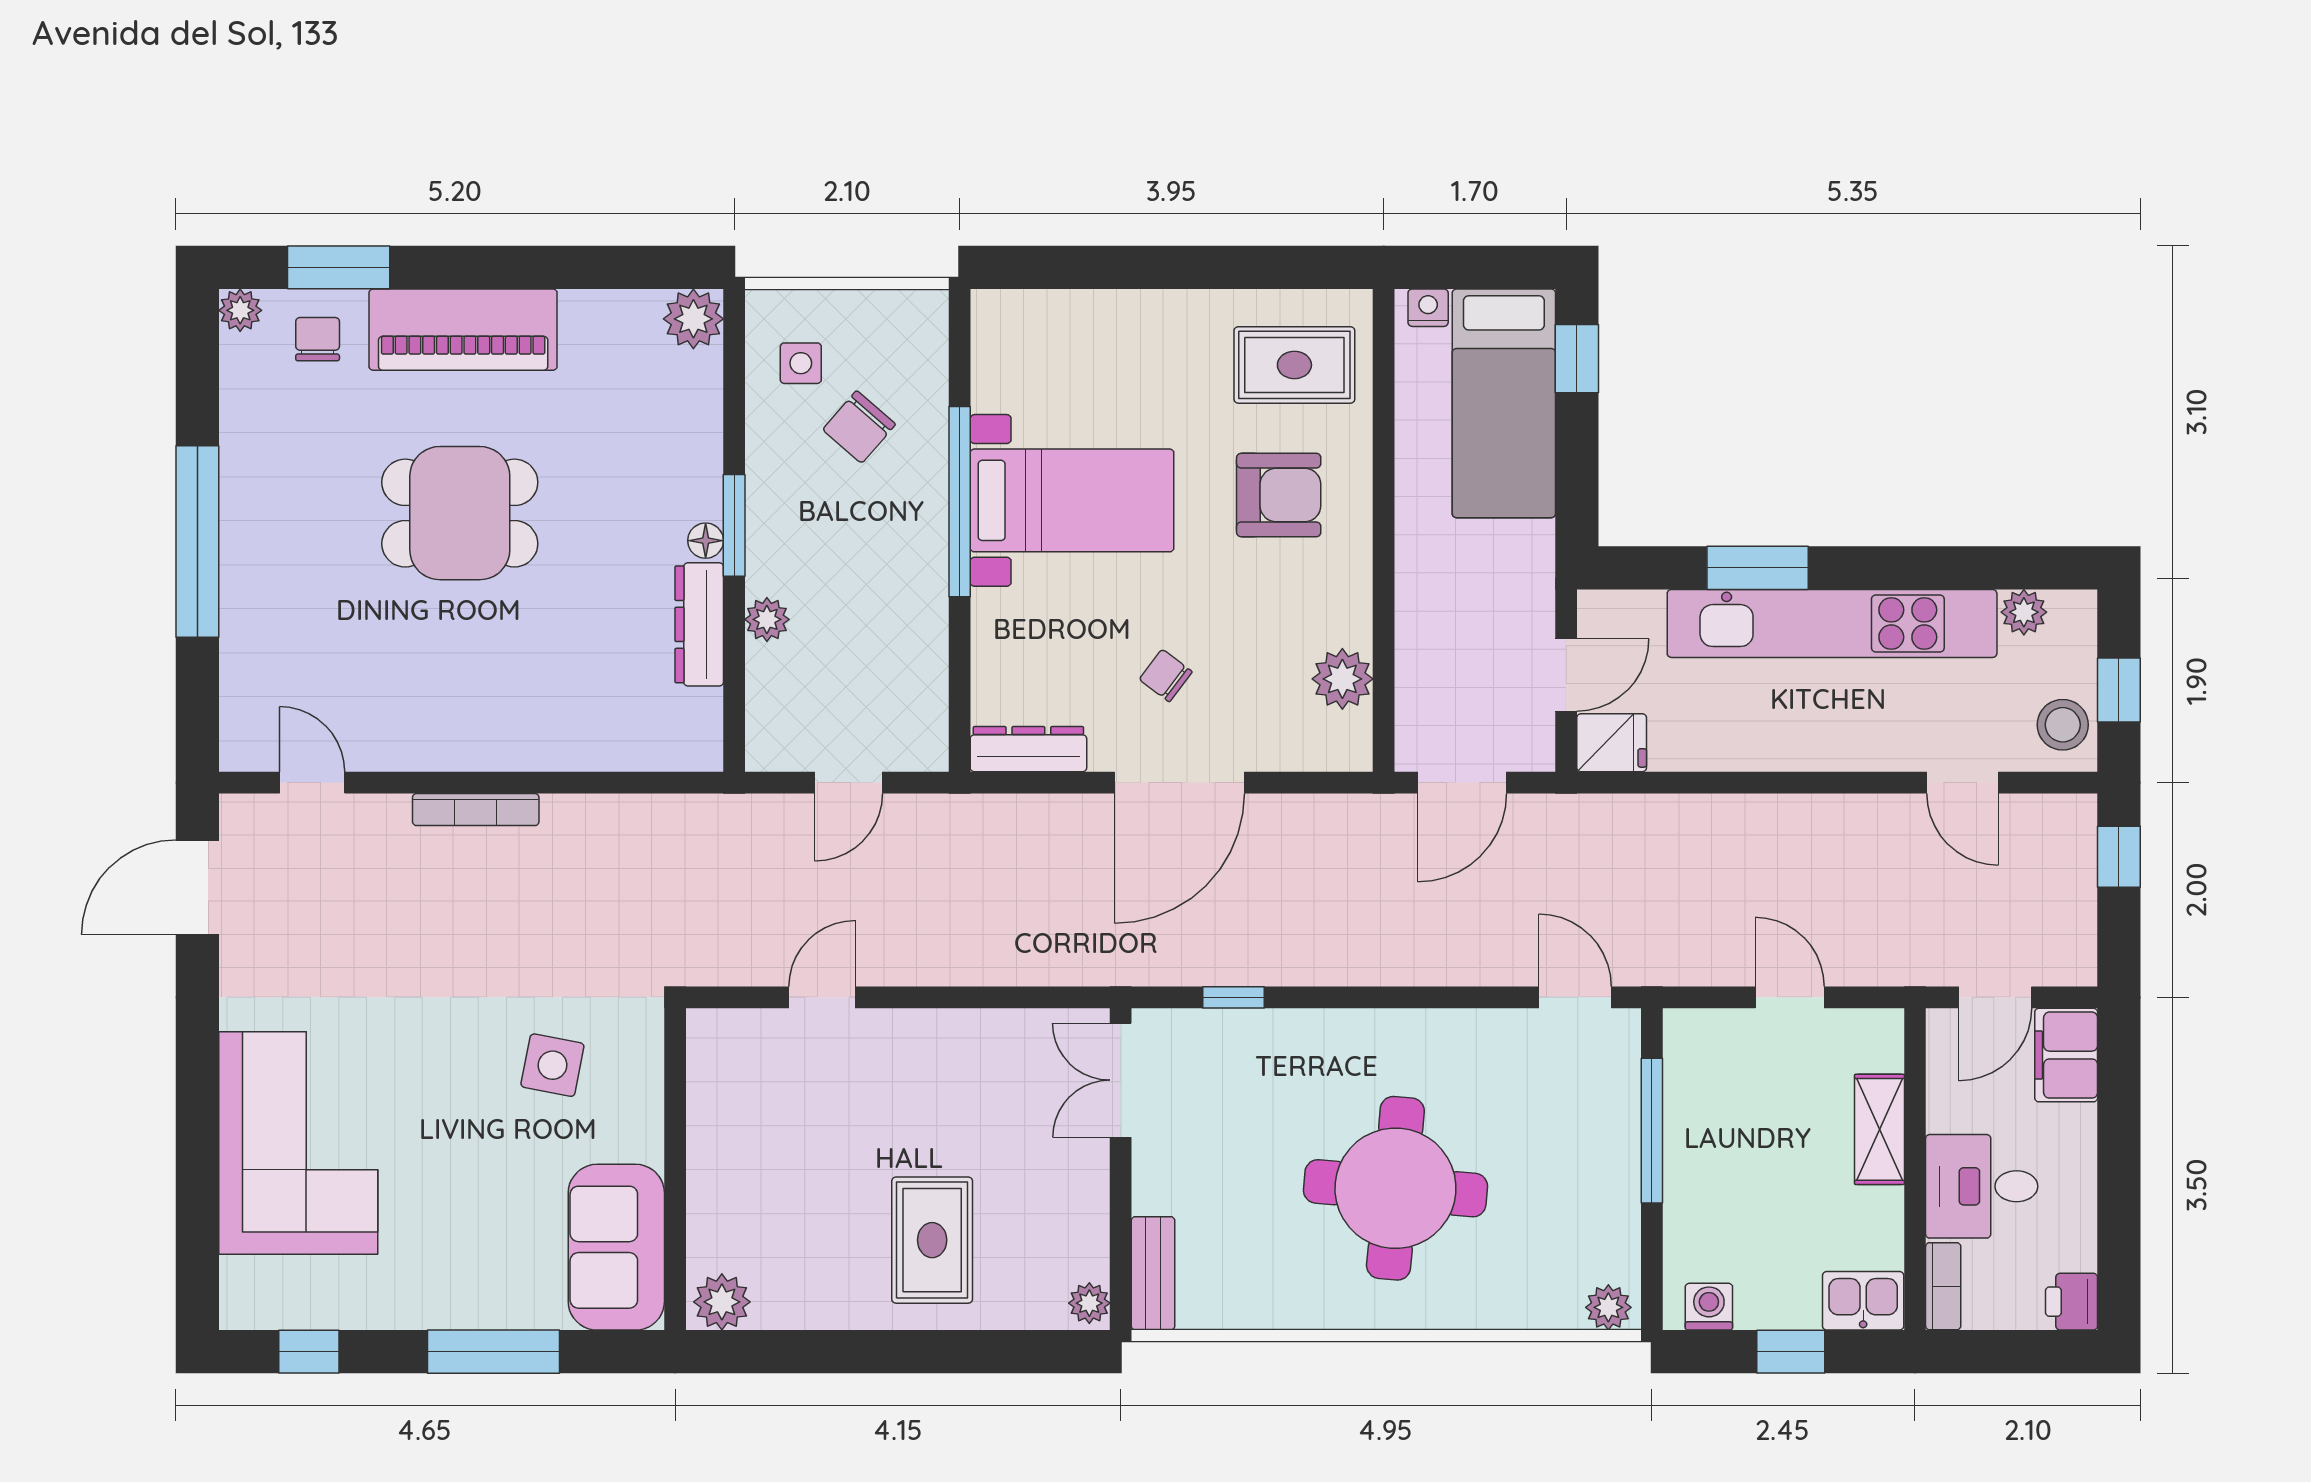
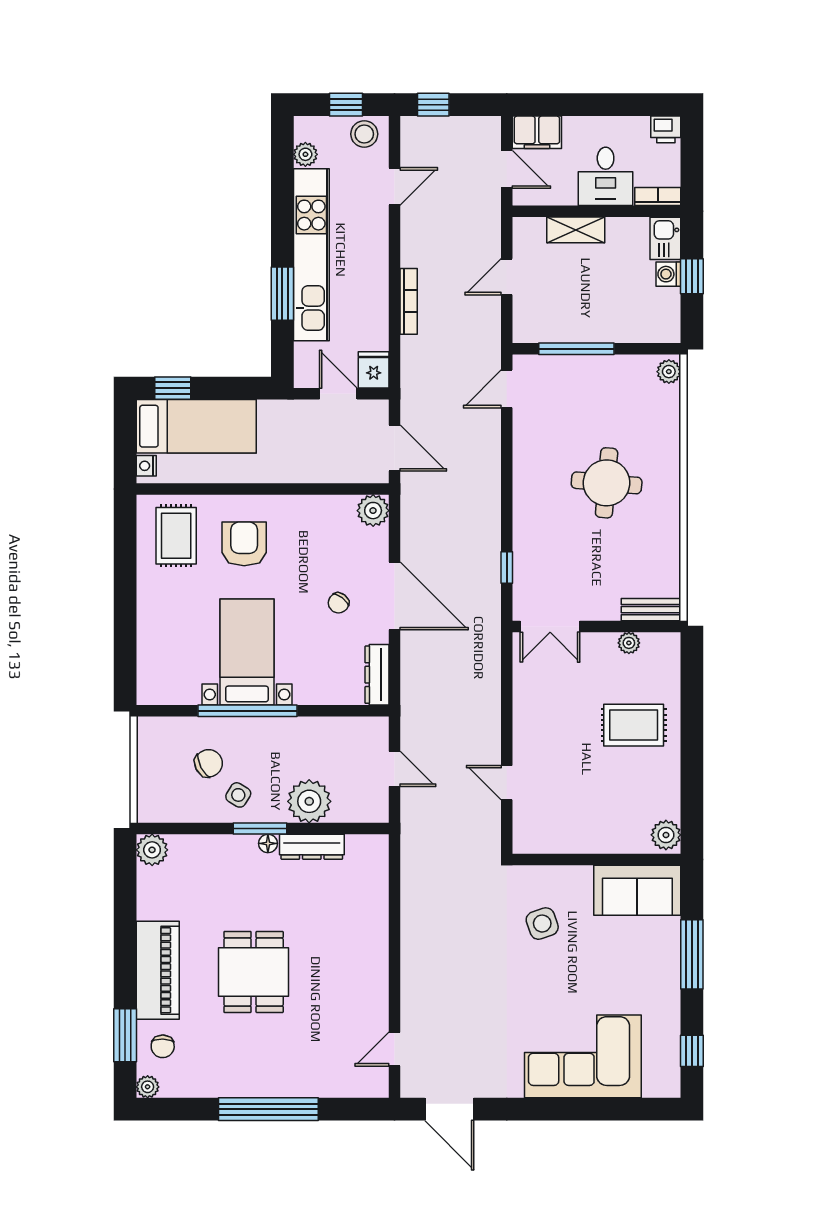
chair: (318, 339) -> (163, 1046), turned -88
side table: (801, 363) -> (238, 795), moved, turned 31
chair: (859, 427) -> (209, 763), turned -68
plant: (767, 619) -> (309, 801), width x1.88, depth x1.88
plant: (1342, 679) -> (373, 511), moved
bookcase: (476, 810) -> (409, 301), moved
side table: (552, 1065) -> (542, 924), turned -30
round table: (1395, 1188) -> (607, 483), width x0.73, depth x0.73
plant: (1089, 1303) -> (629, 643), moved
washing machine: (1709, 1307) -> (668, 274), moved

